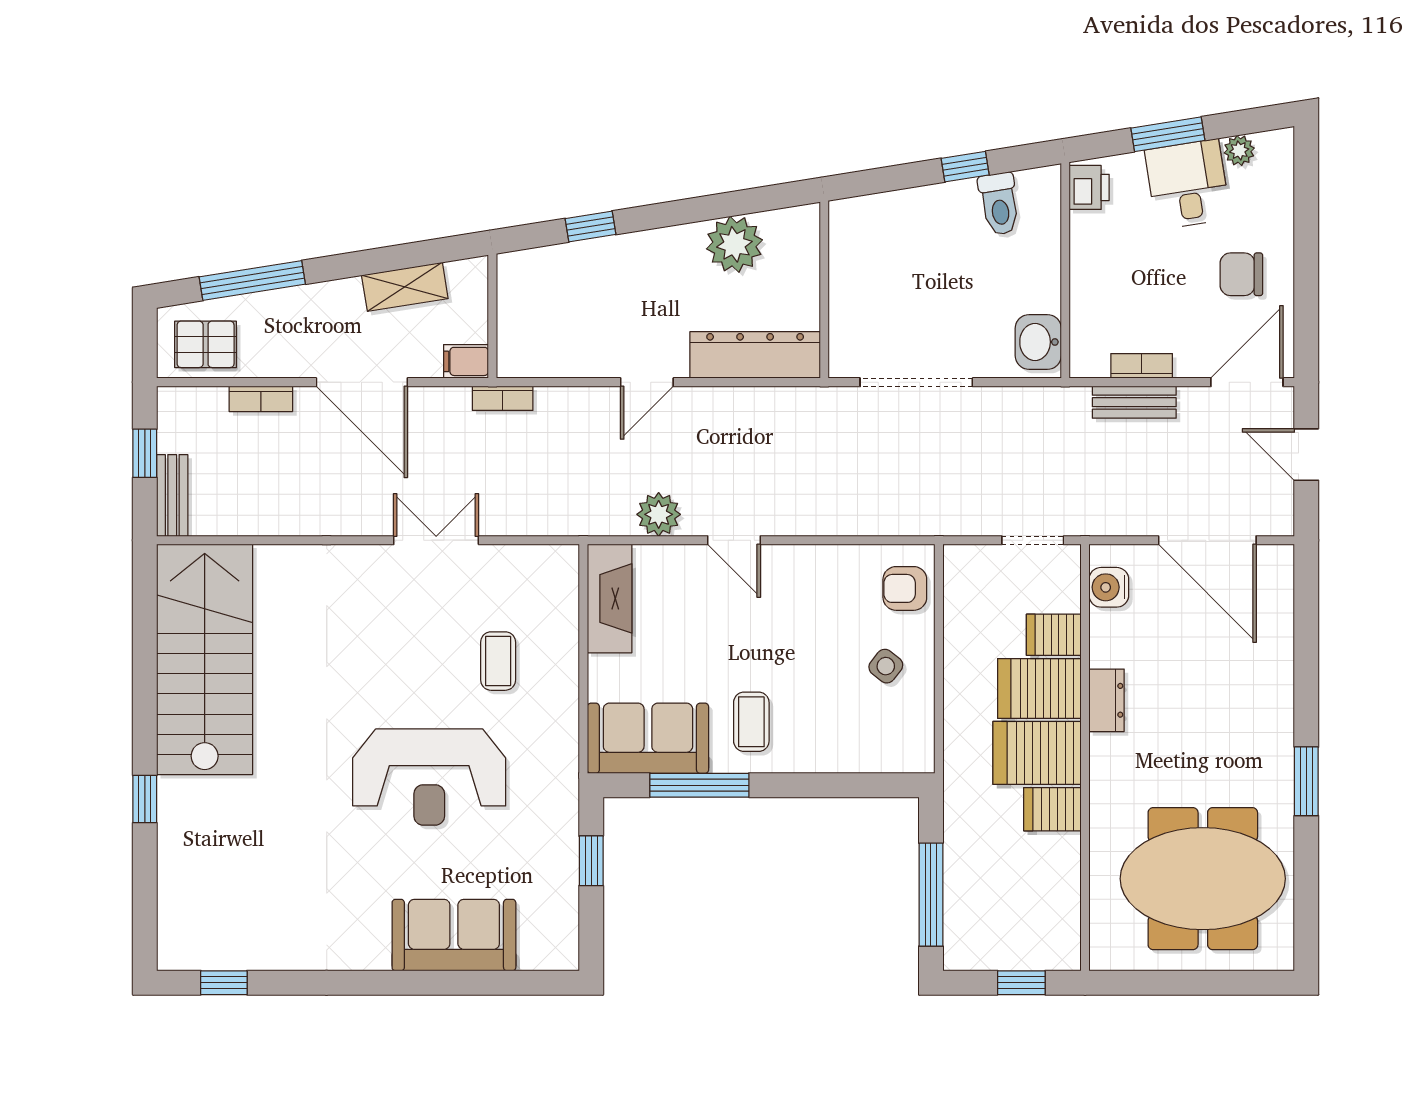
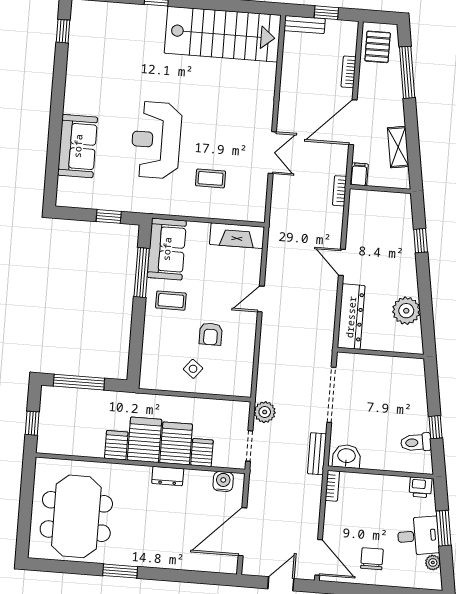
bookcase: (1142, 366) -> (332, 486), moved
bench: (1134, 402) -> (317, 454), moved
plant: (659, 514) -> (265, 412), moved
armchair: (905, 588) -> (211, 334), moved, turned 180

